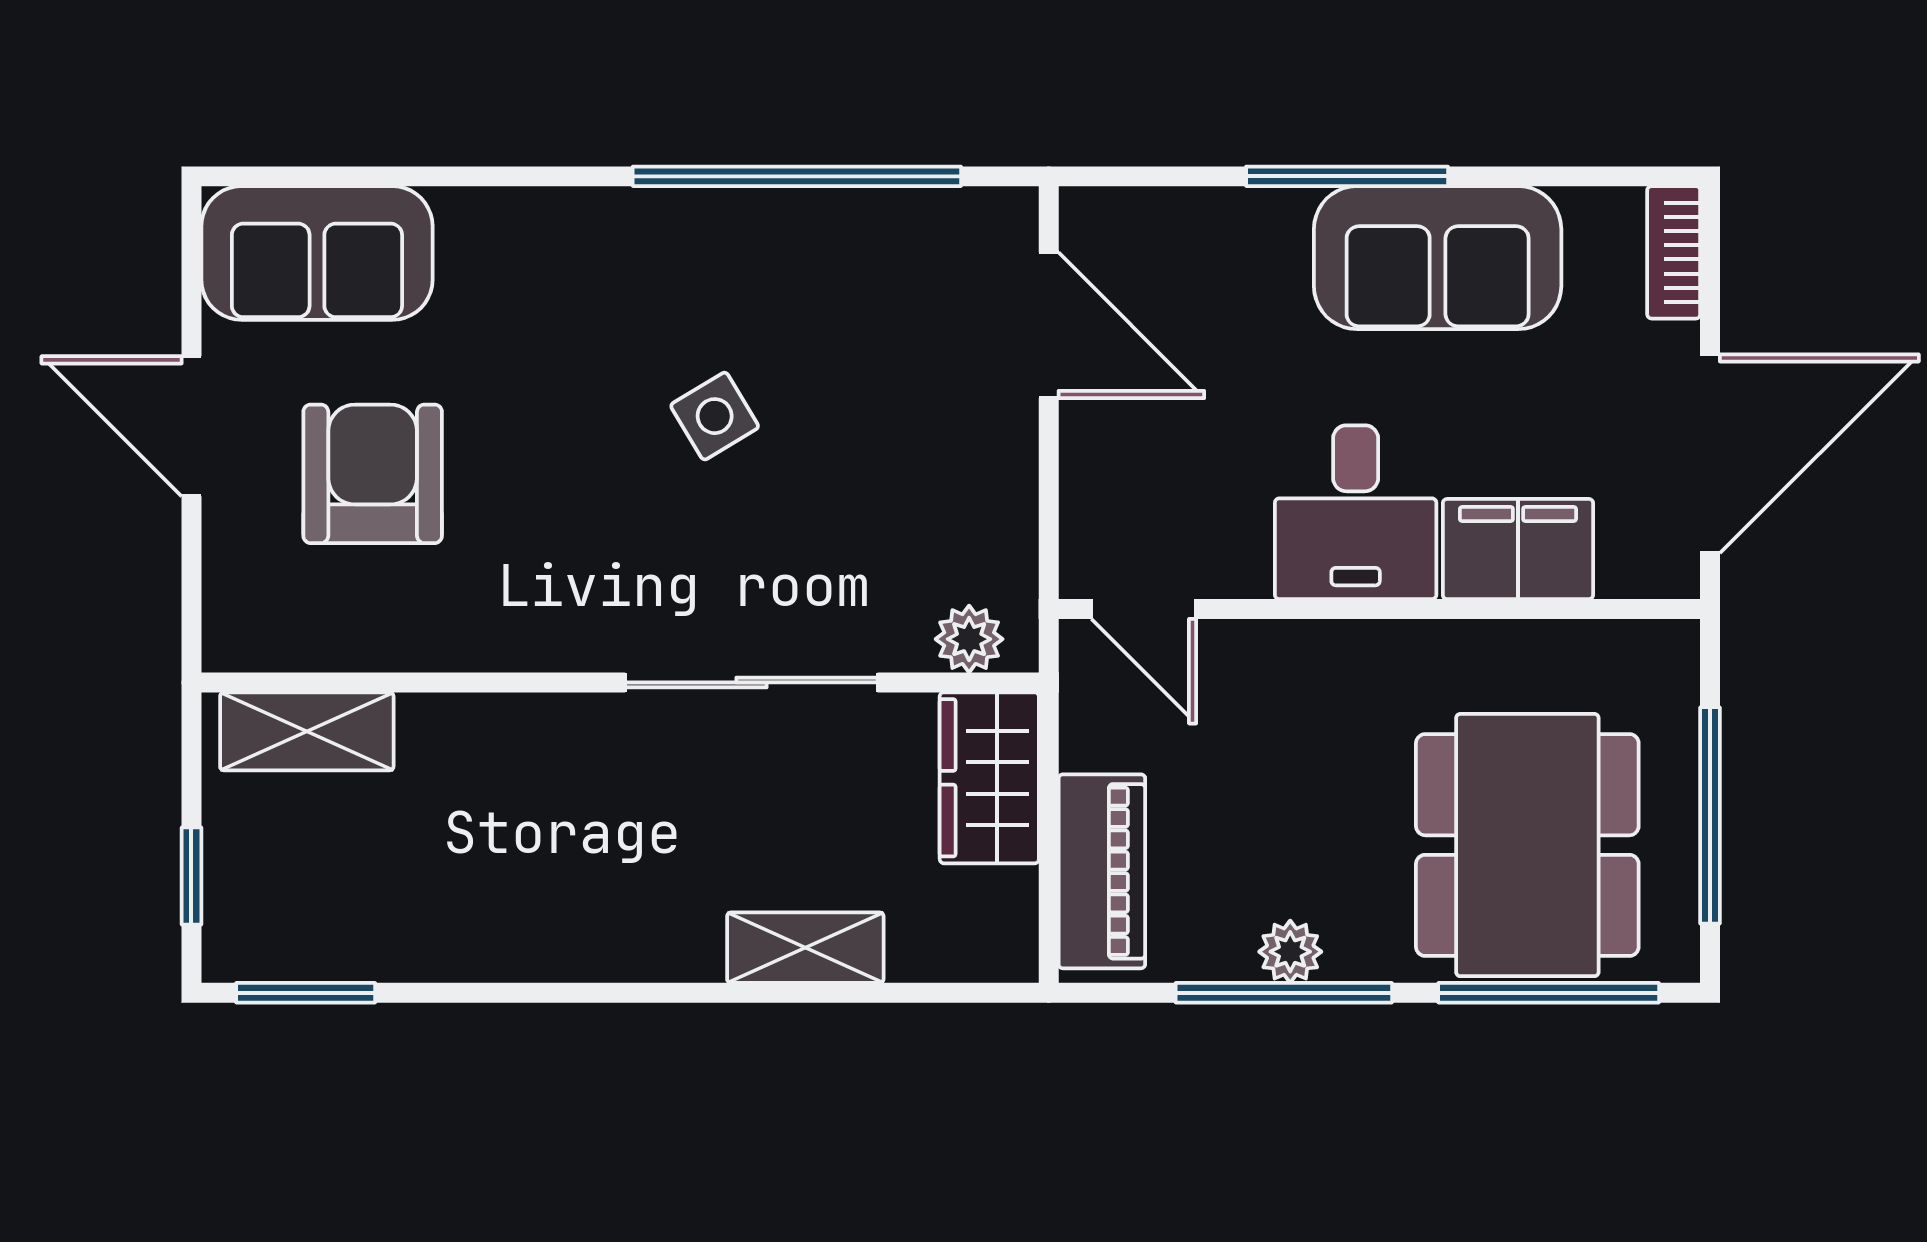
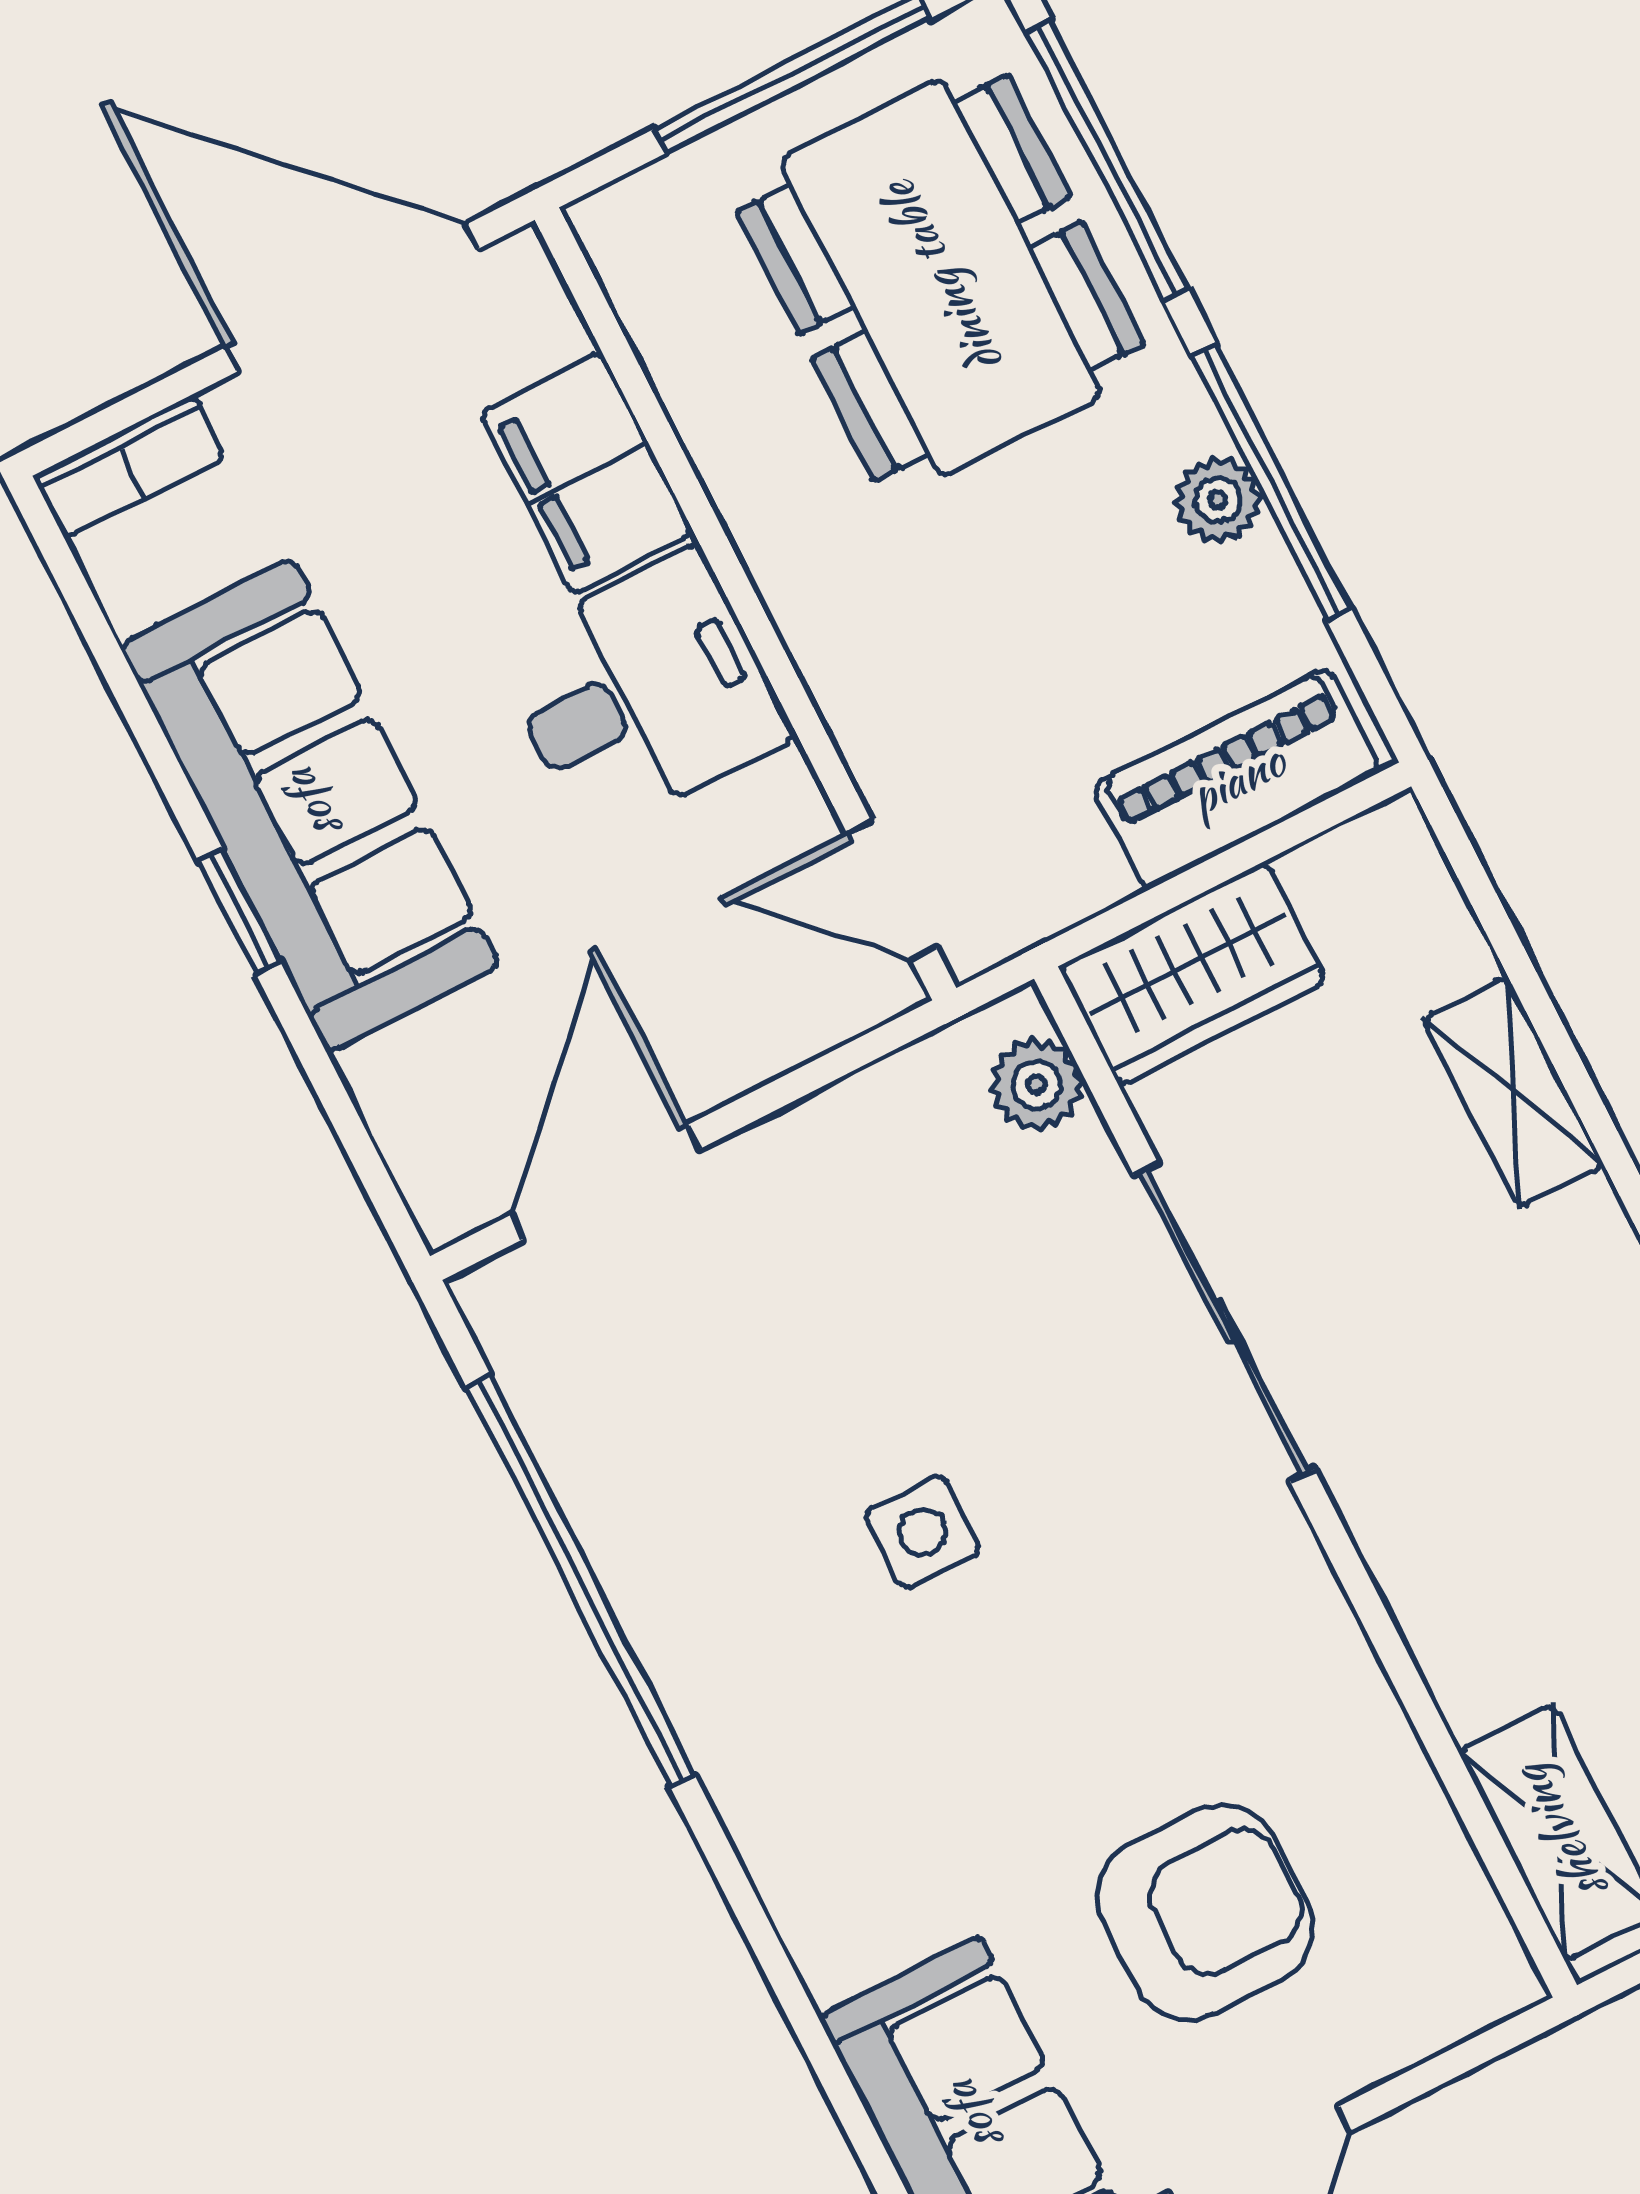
window: (1347, 176) -> (239, 911), width x0.46
sofa: (1438, 258) -> (310, 805), width x1.36
side table: (715, 416) -> (923, 1532), turned 31
armchair: (373, 474) -> (1205, 1912), turned 180
door: (1144, 609) -> (892, 890), swing flipped
dining table: (1527, 845) -> (941, 278), turned 90

